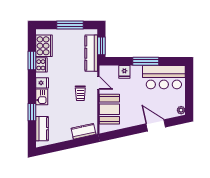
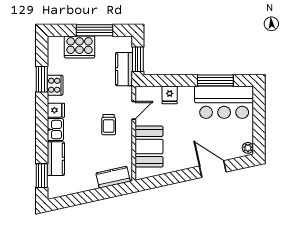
cooker: (44, 46) -> (79, 47), moved, turned 90
kitchen counter: (91, 53) -> (124, 69), width x0.67
window: (146, 61) -> (215, 80), moved
door: (98, 83) -> (134, 110), hinge flipped
window: (32, 112) -> (42, 176), moved
kitchen counter: (42, 129) -> (56, 159), moved

